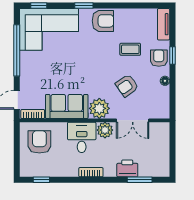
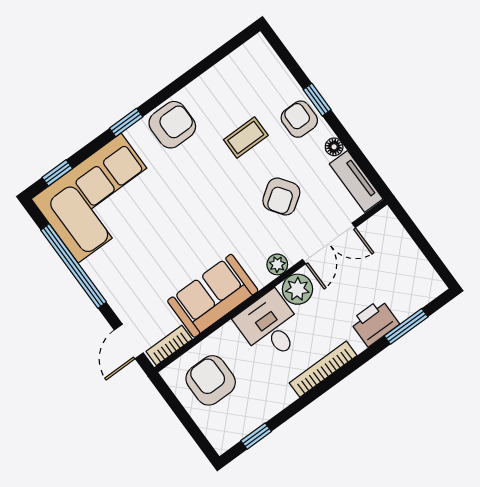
tv unit: (164, 24) -> (356, 181), moved
plant: (99, 108) -> (277, 264), width x0.53, depth x0.53
bookcase: (91, 172) -> (323, 369), width x1.56

